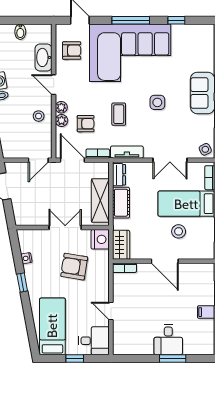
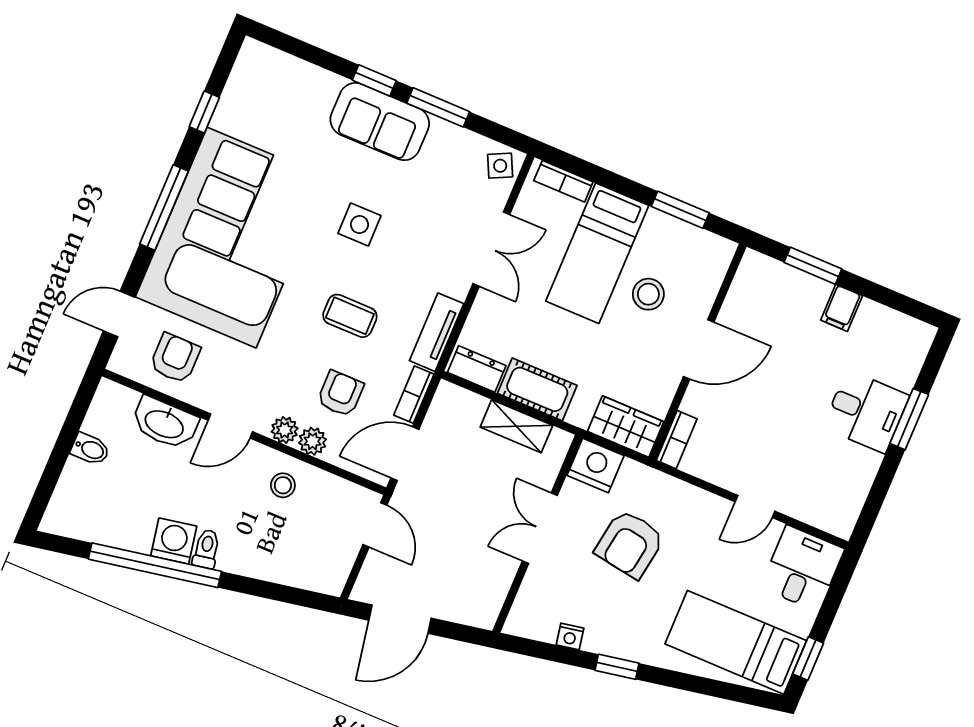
shelving: (100, 201) -> (516, 426), width x0.67, depth x0.75
window: (75, 358) -> (808, 658), moved

